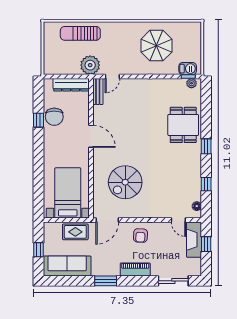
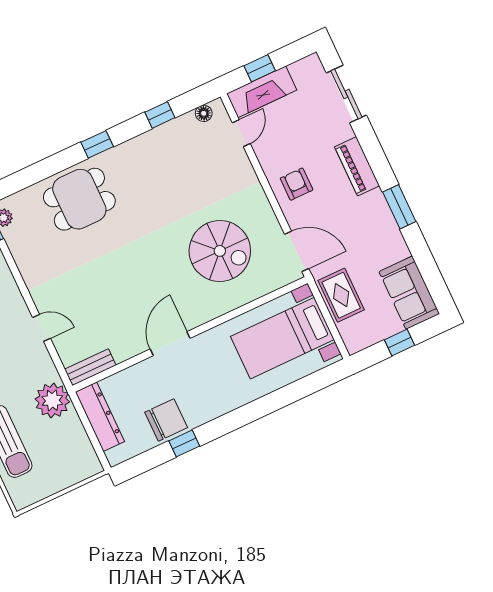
door: (112, 77) -> (41, 328), moved
armchair: (140, 236) -> (297, 184), turned -93
sofa: (67, 266) -> (409, 293), width x0.73

